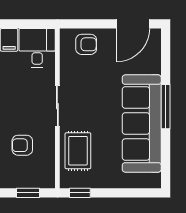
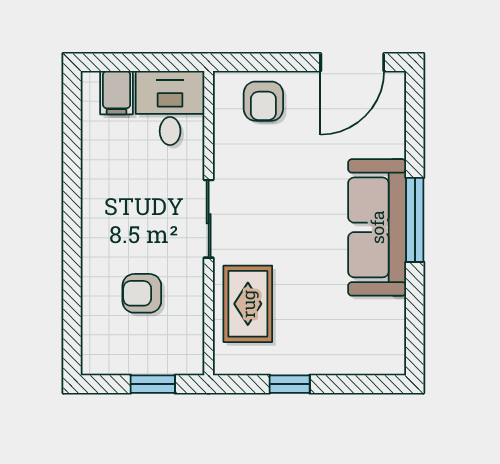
armchair: (86, 44) -> (263, 101), turned 90
sofa: (142, 124) -> (377, 227), width x0.74, depth x0.79
window: (80, 193) -> (290, 384), moved

